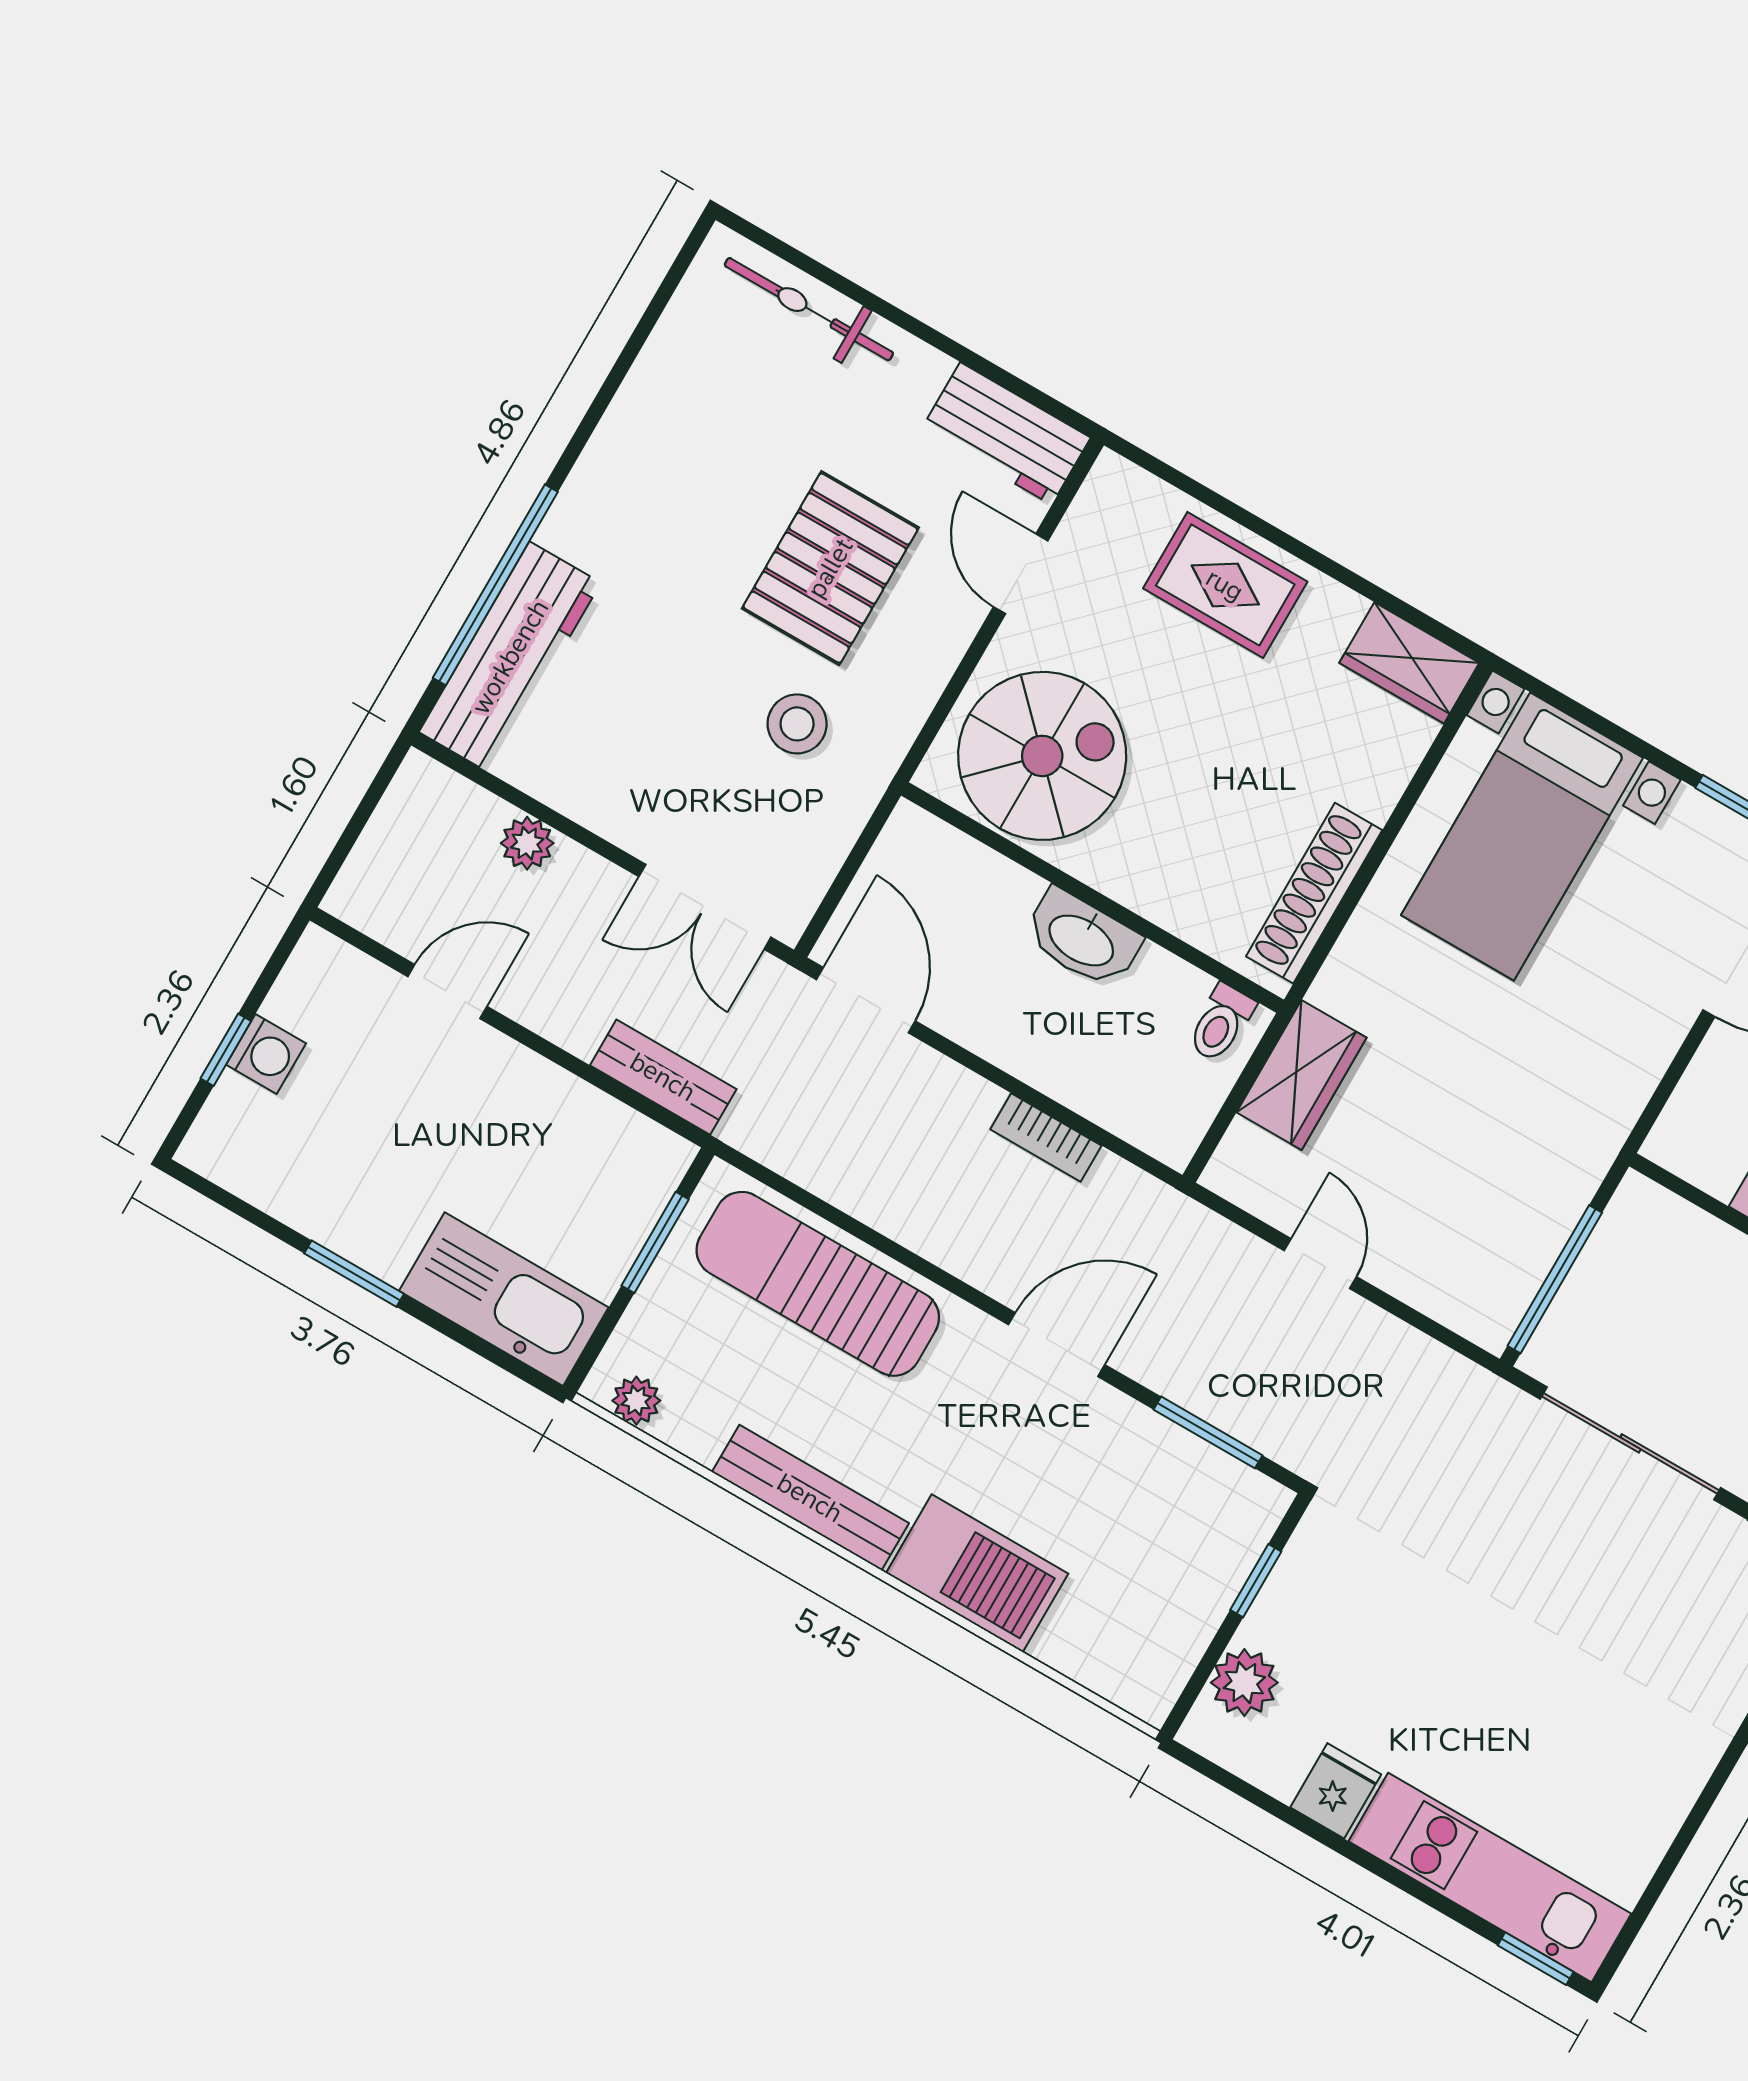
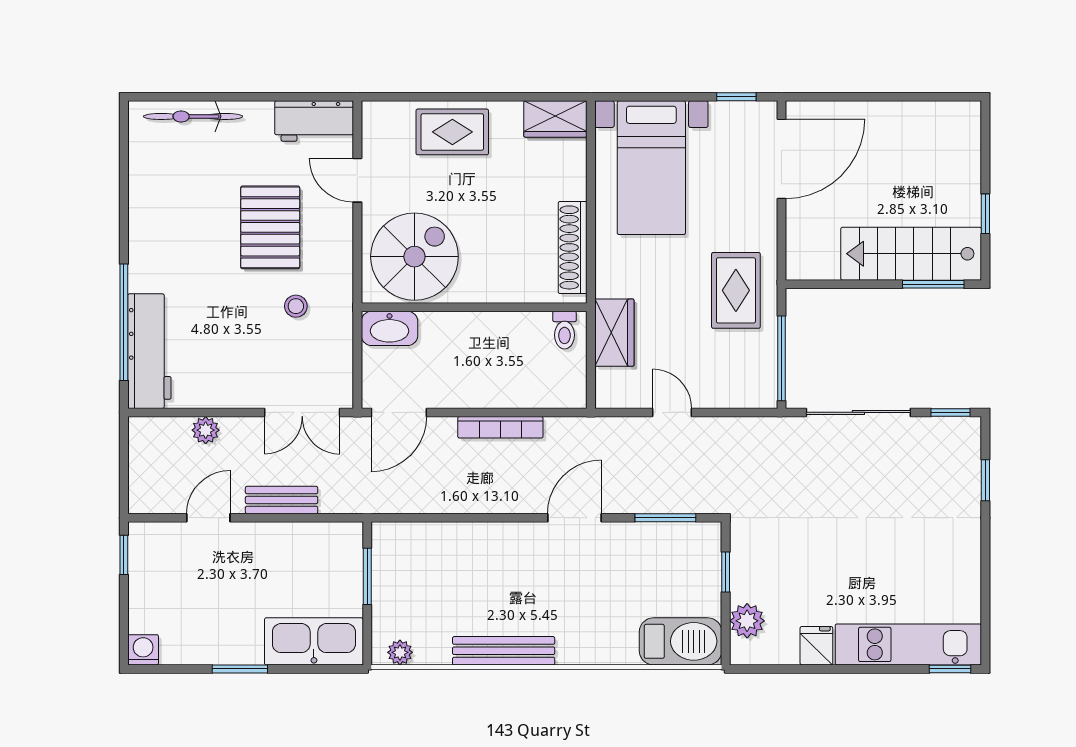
stool: (797, 724) -> (296, 306), width x0.73, depth x0.73
washbasin: (1082, 939) -> (390, 328), moved
door: (866, 1000) -> (399, 412), swing flipped
window: (226, 1050) -> (124, 555), moved
washing machine: (266, 1054) -> (143, 650), moved, turned -90
bench: (663, 1077) -> (282, 500), moved
rug: (1544, 1122) -> (736, 290), added
bookcase: (1046, 1138) -> (500, 427), width x1.56
sun lounger: (818, 1284) -> (451, 553), removed
barbecue: (977, 1573) -> (681, 641), moved

